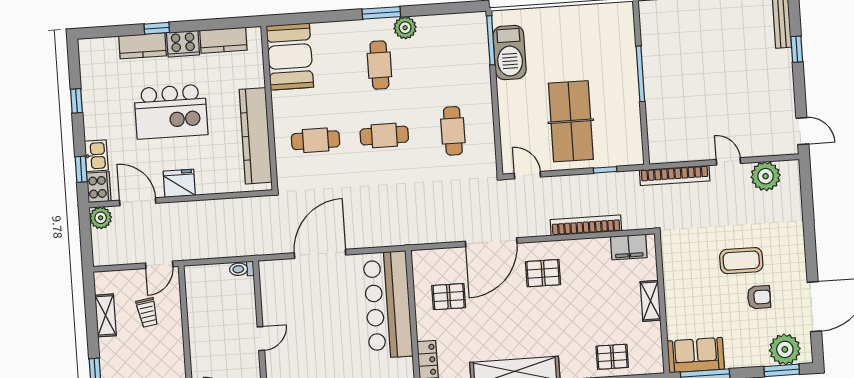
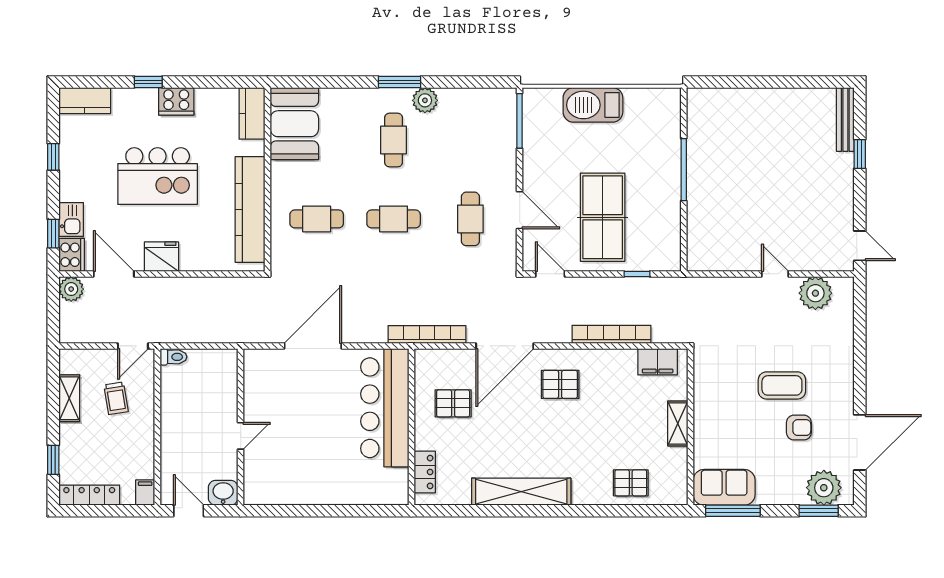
kitchen counter: (223, 40) -> (252, 113), moved, turned 90
kitchen counter: (142, 46) -> (85, 101), moved
barbecue: (509, 53) -> (593, 105), moved, turned 90
door: (496, 120) -> (520, 210), added
bookcase: (675, 175) -> (427, 334), moved, turned 180
toilet: (242, 269) -> (173, 357), moved, turned 180

